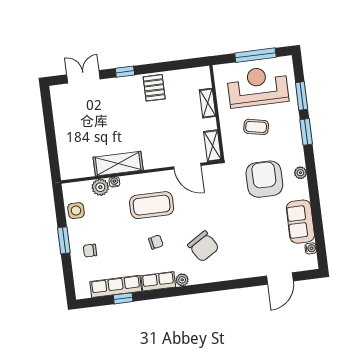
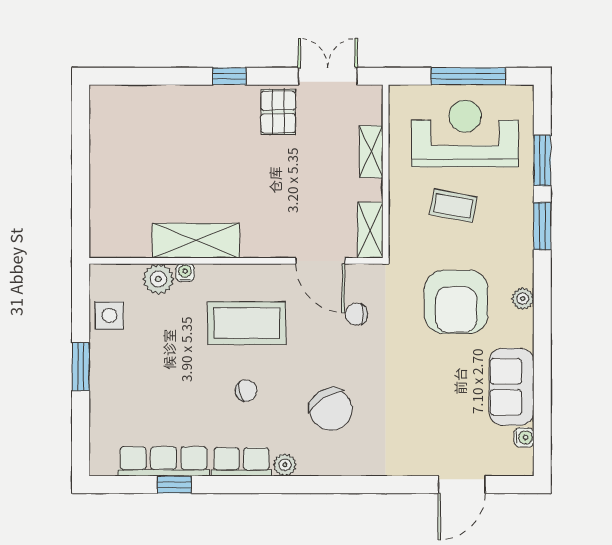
double door: (83, 77) -> (328, 76), moved
armchair: (264, 179) -> (456, 302), turned 180
chair: (90, 251) -> (357, 314), moved

